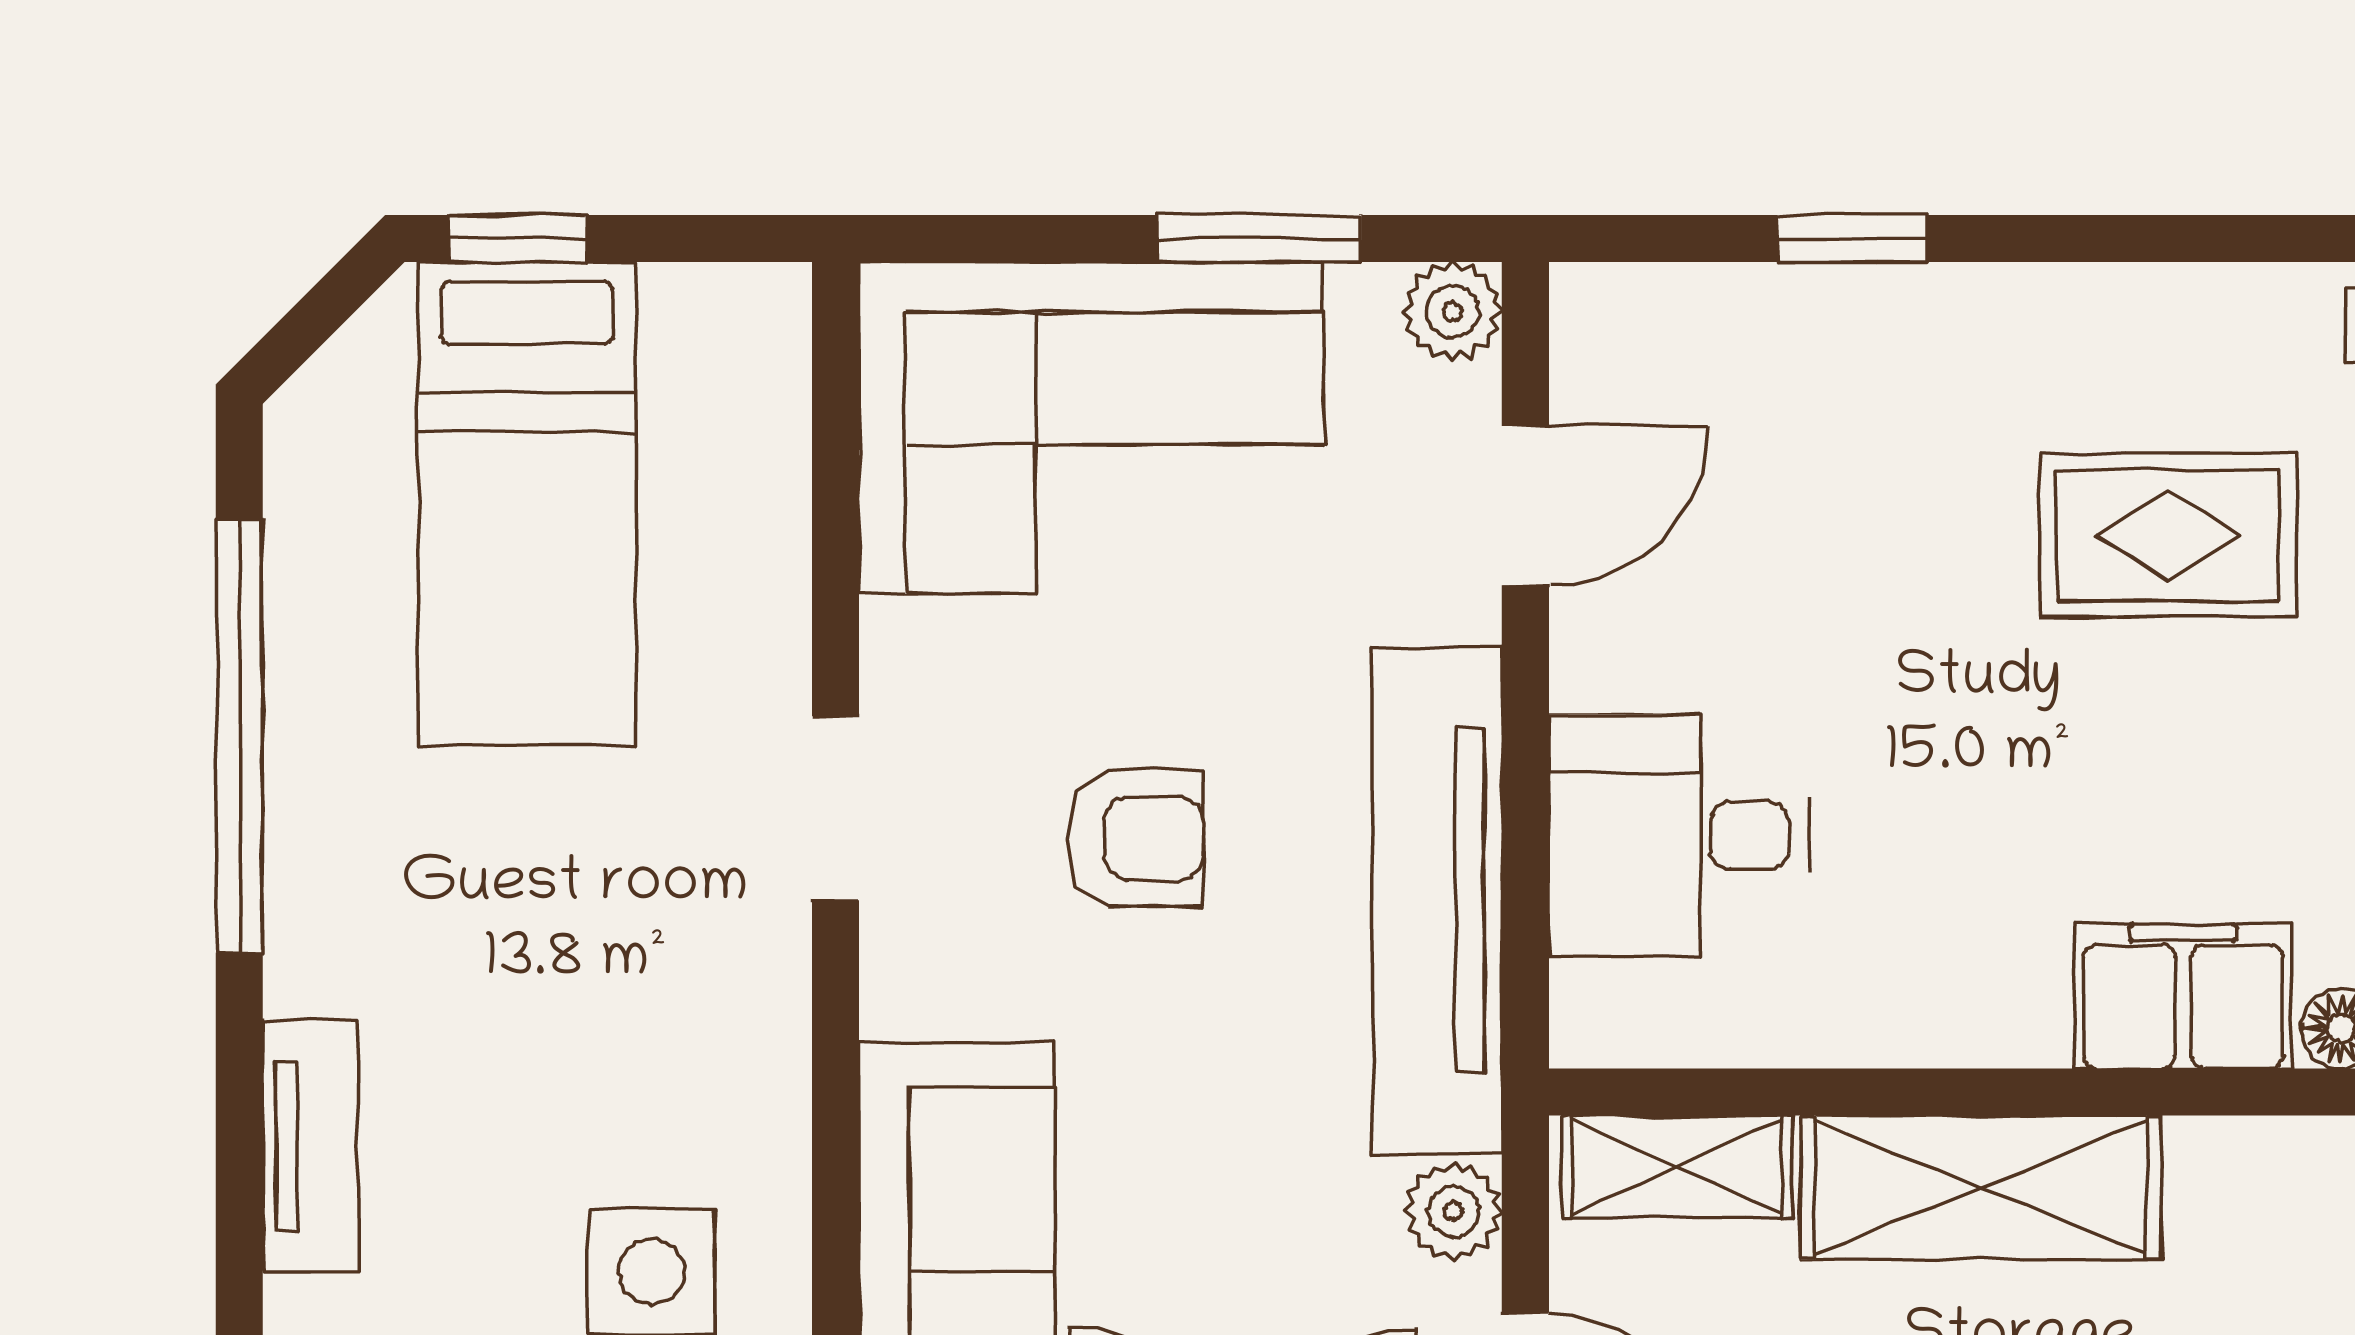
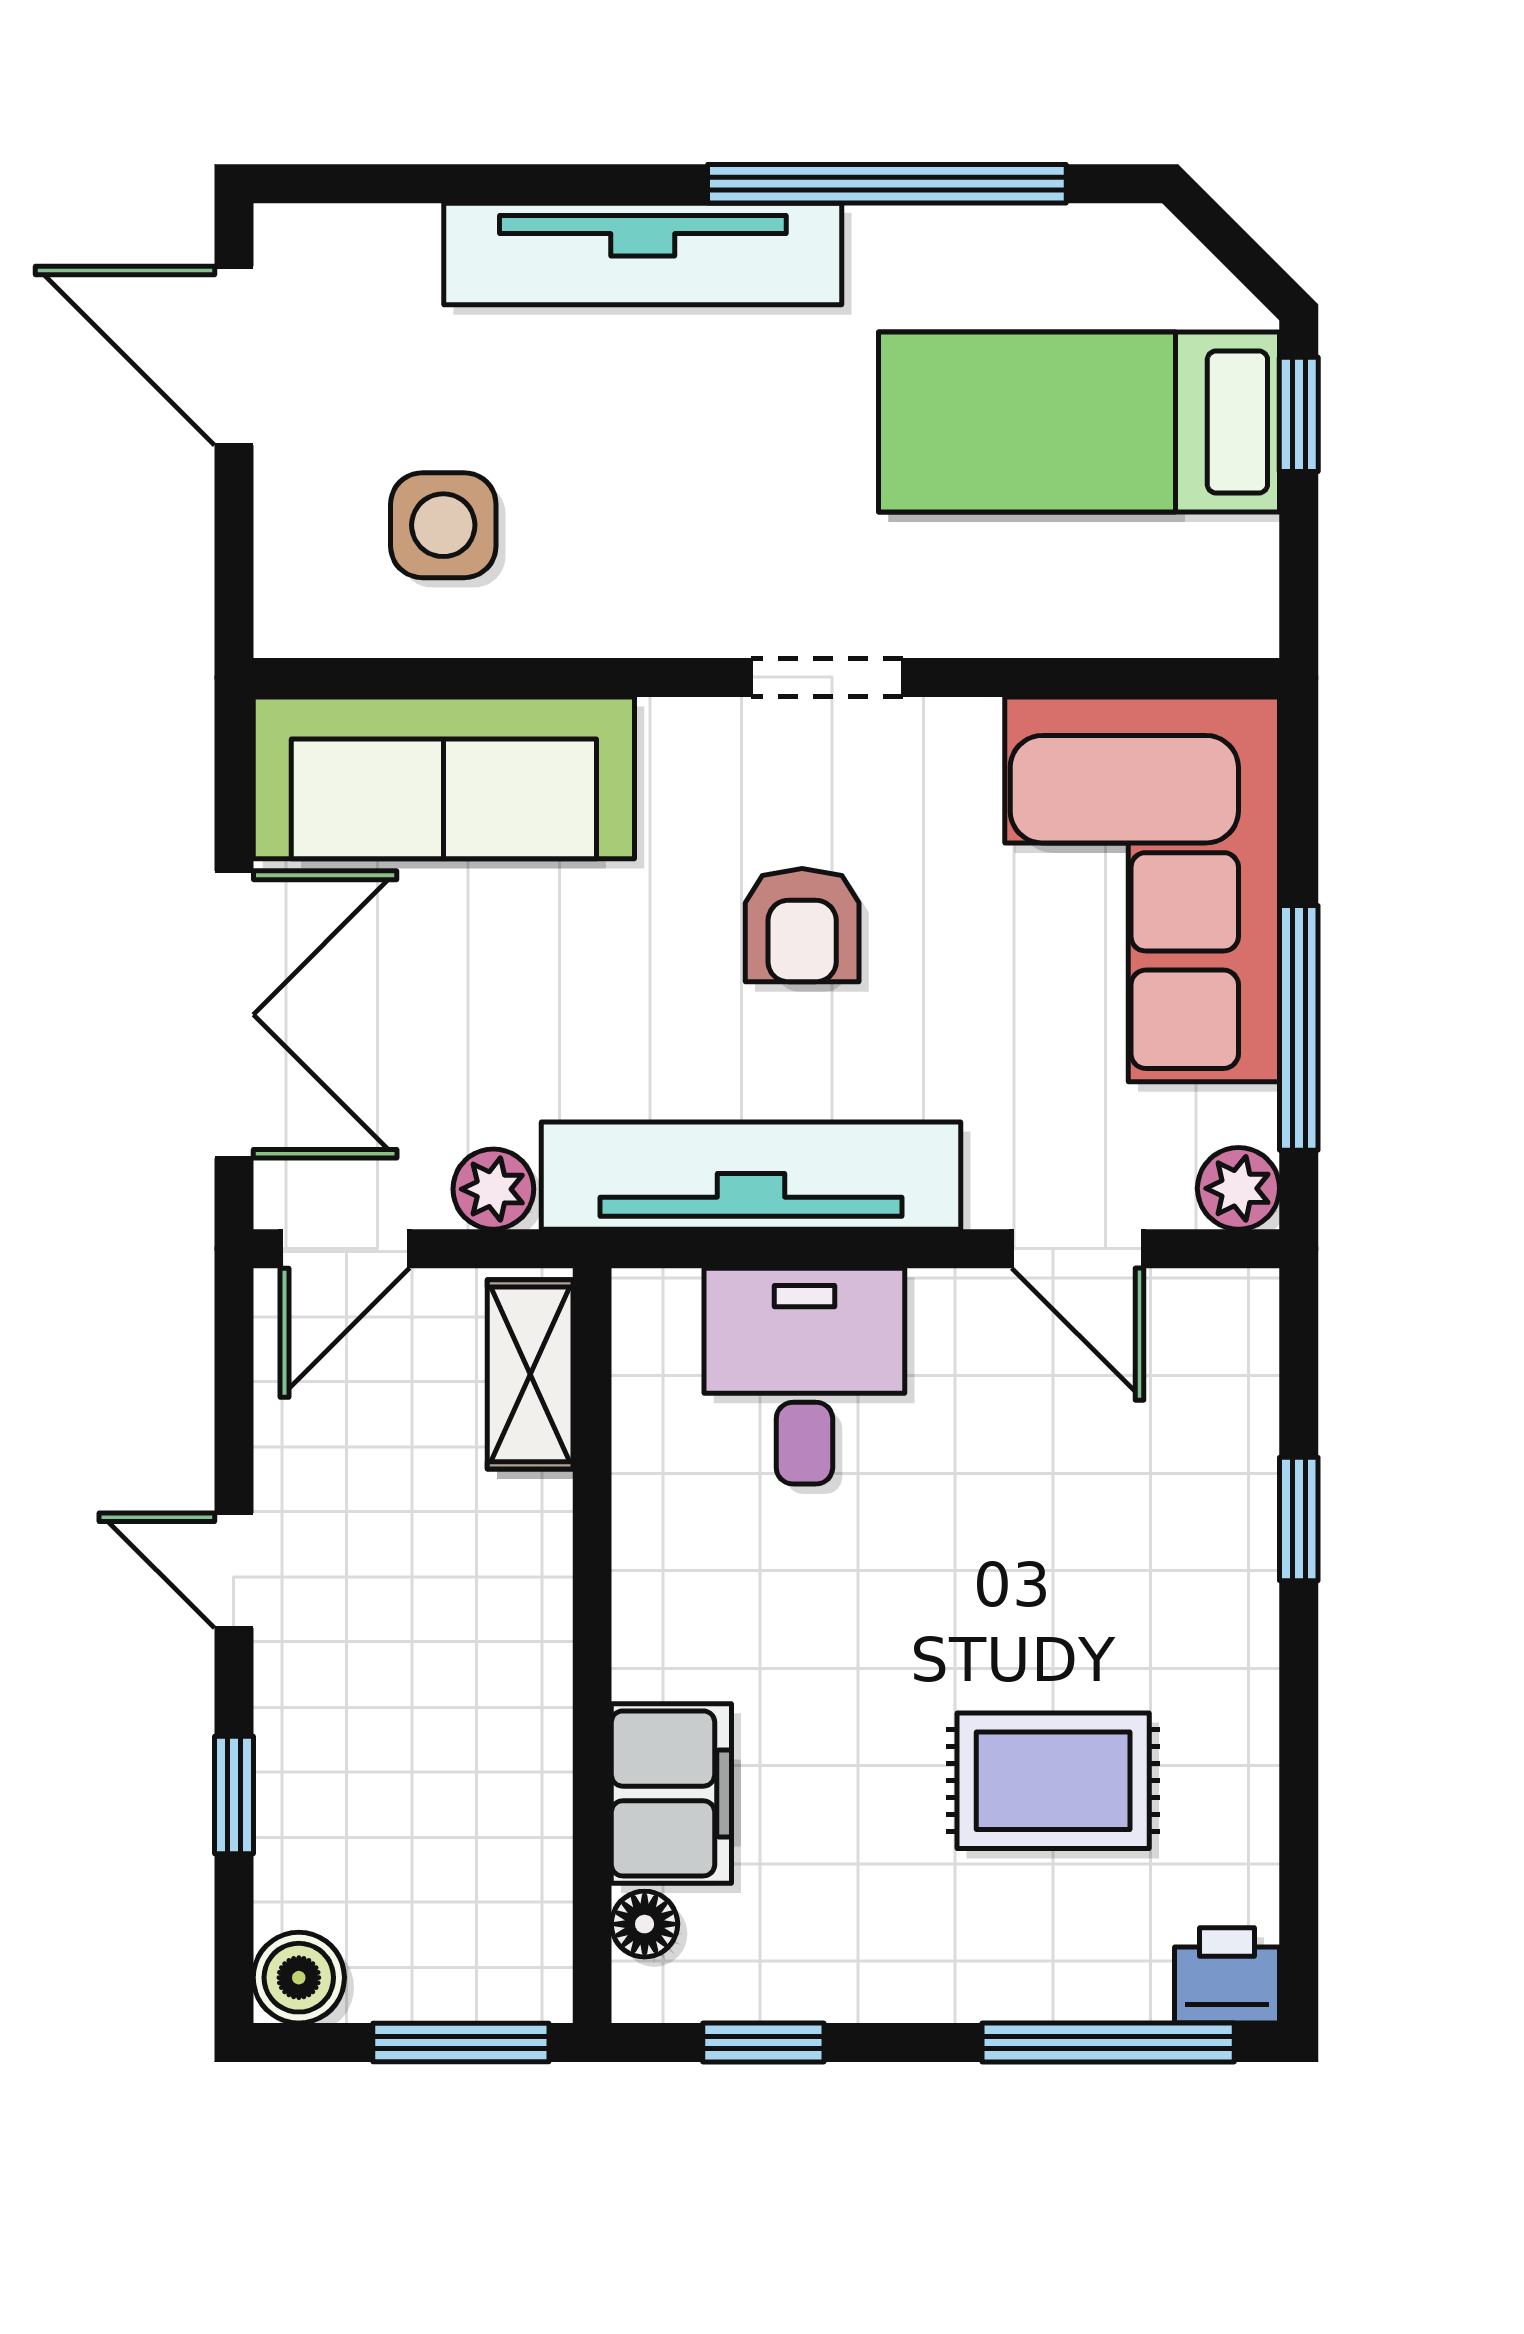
window: (1259, 239) -> (1299, 1028), width x1.44
rug: (2168, 535) -> (1053, 1781), turned 90
tv unit: (311, 1146) -> (643, 254), width x1.92, depth x1.29
shelving: (1981, 1187) -> (513, 1626), removed

